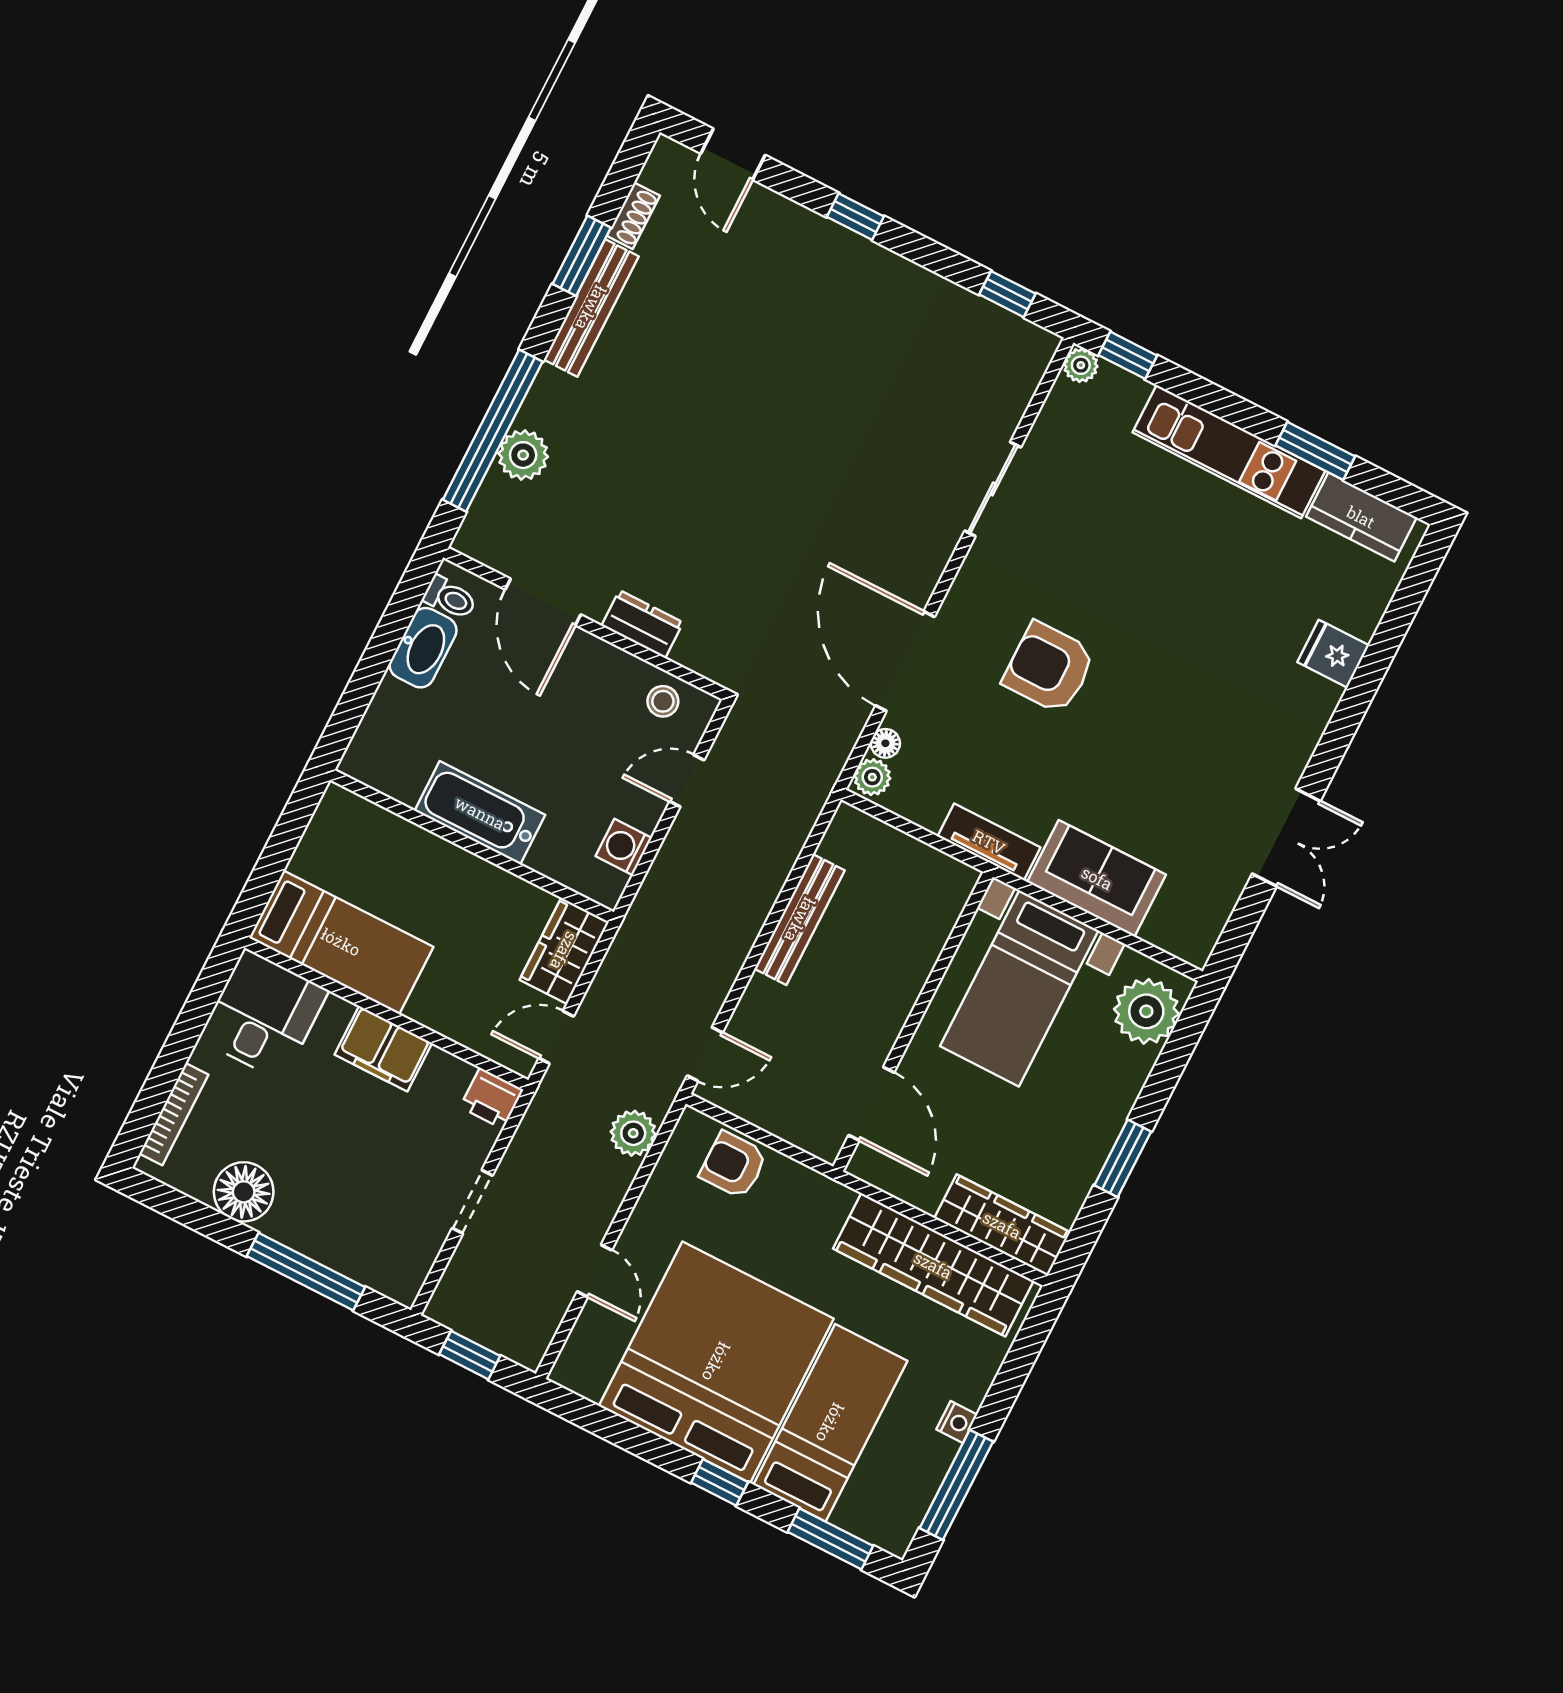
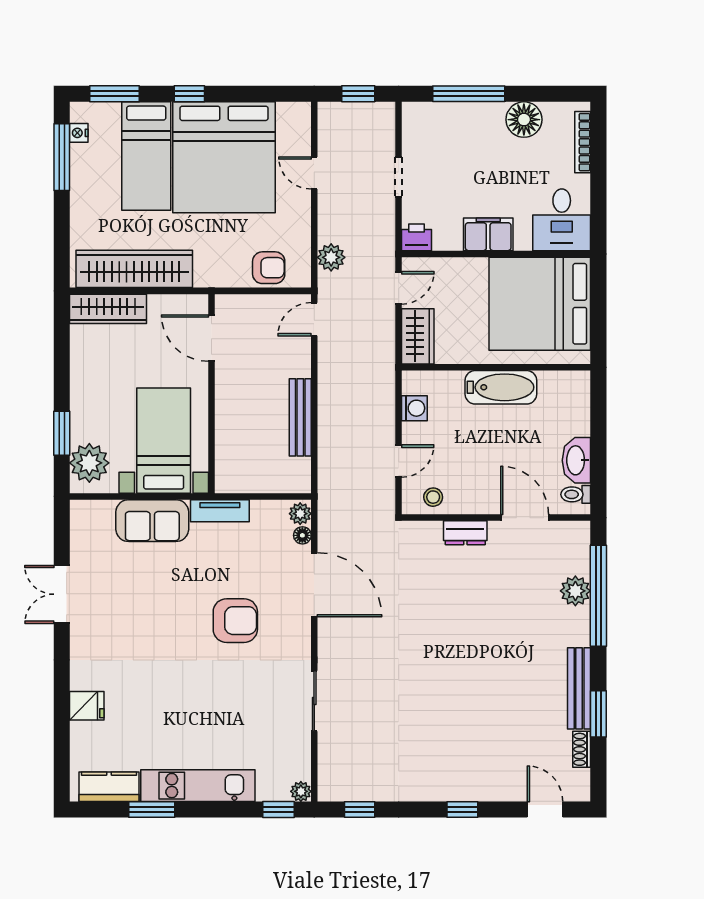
bed: (341, 942) -> (540, 304), width x2.04
window: (1123, 1158) -> (62, 433), moved
nightstand: (957, 1422) -> (79, 133), moved

